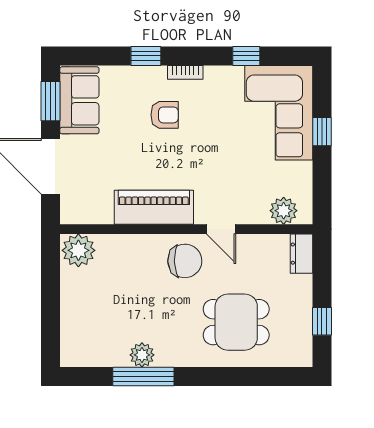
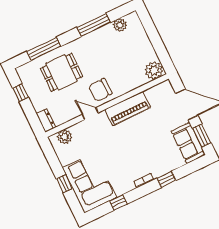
armchair: (165, 115) -> (144, 155), removed
plant: (142, 355) -> (120, 25), moved
window: (247, 377) -> (44, 49), added

